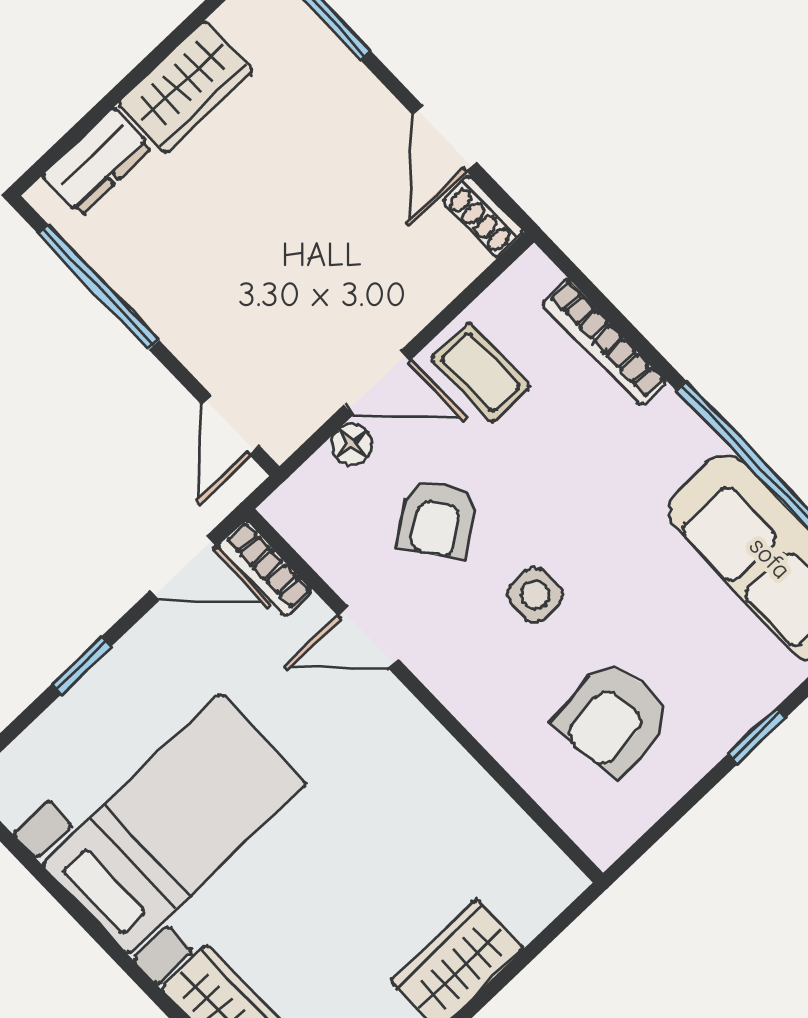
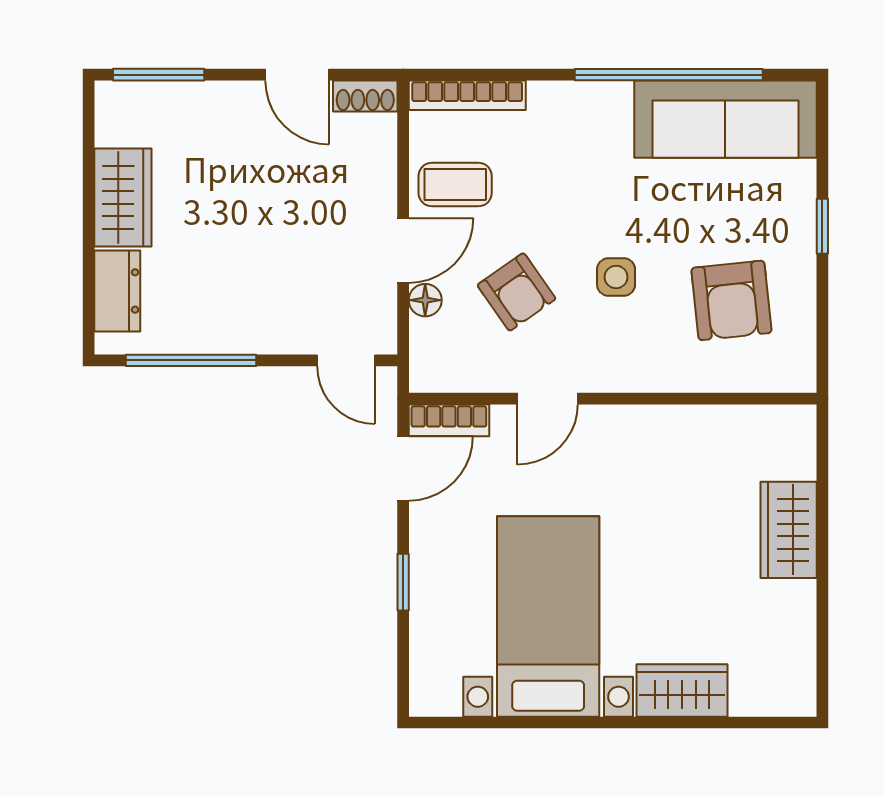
bookcase: (604, 342) -> (467, 95), moved

